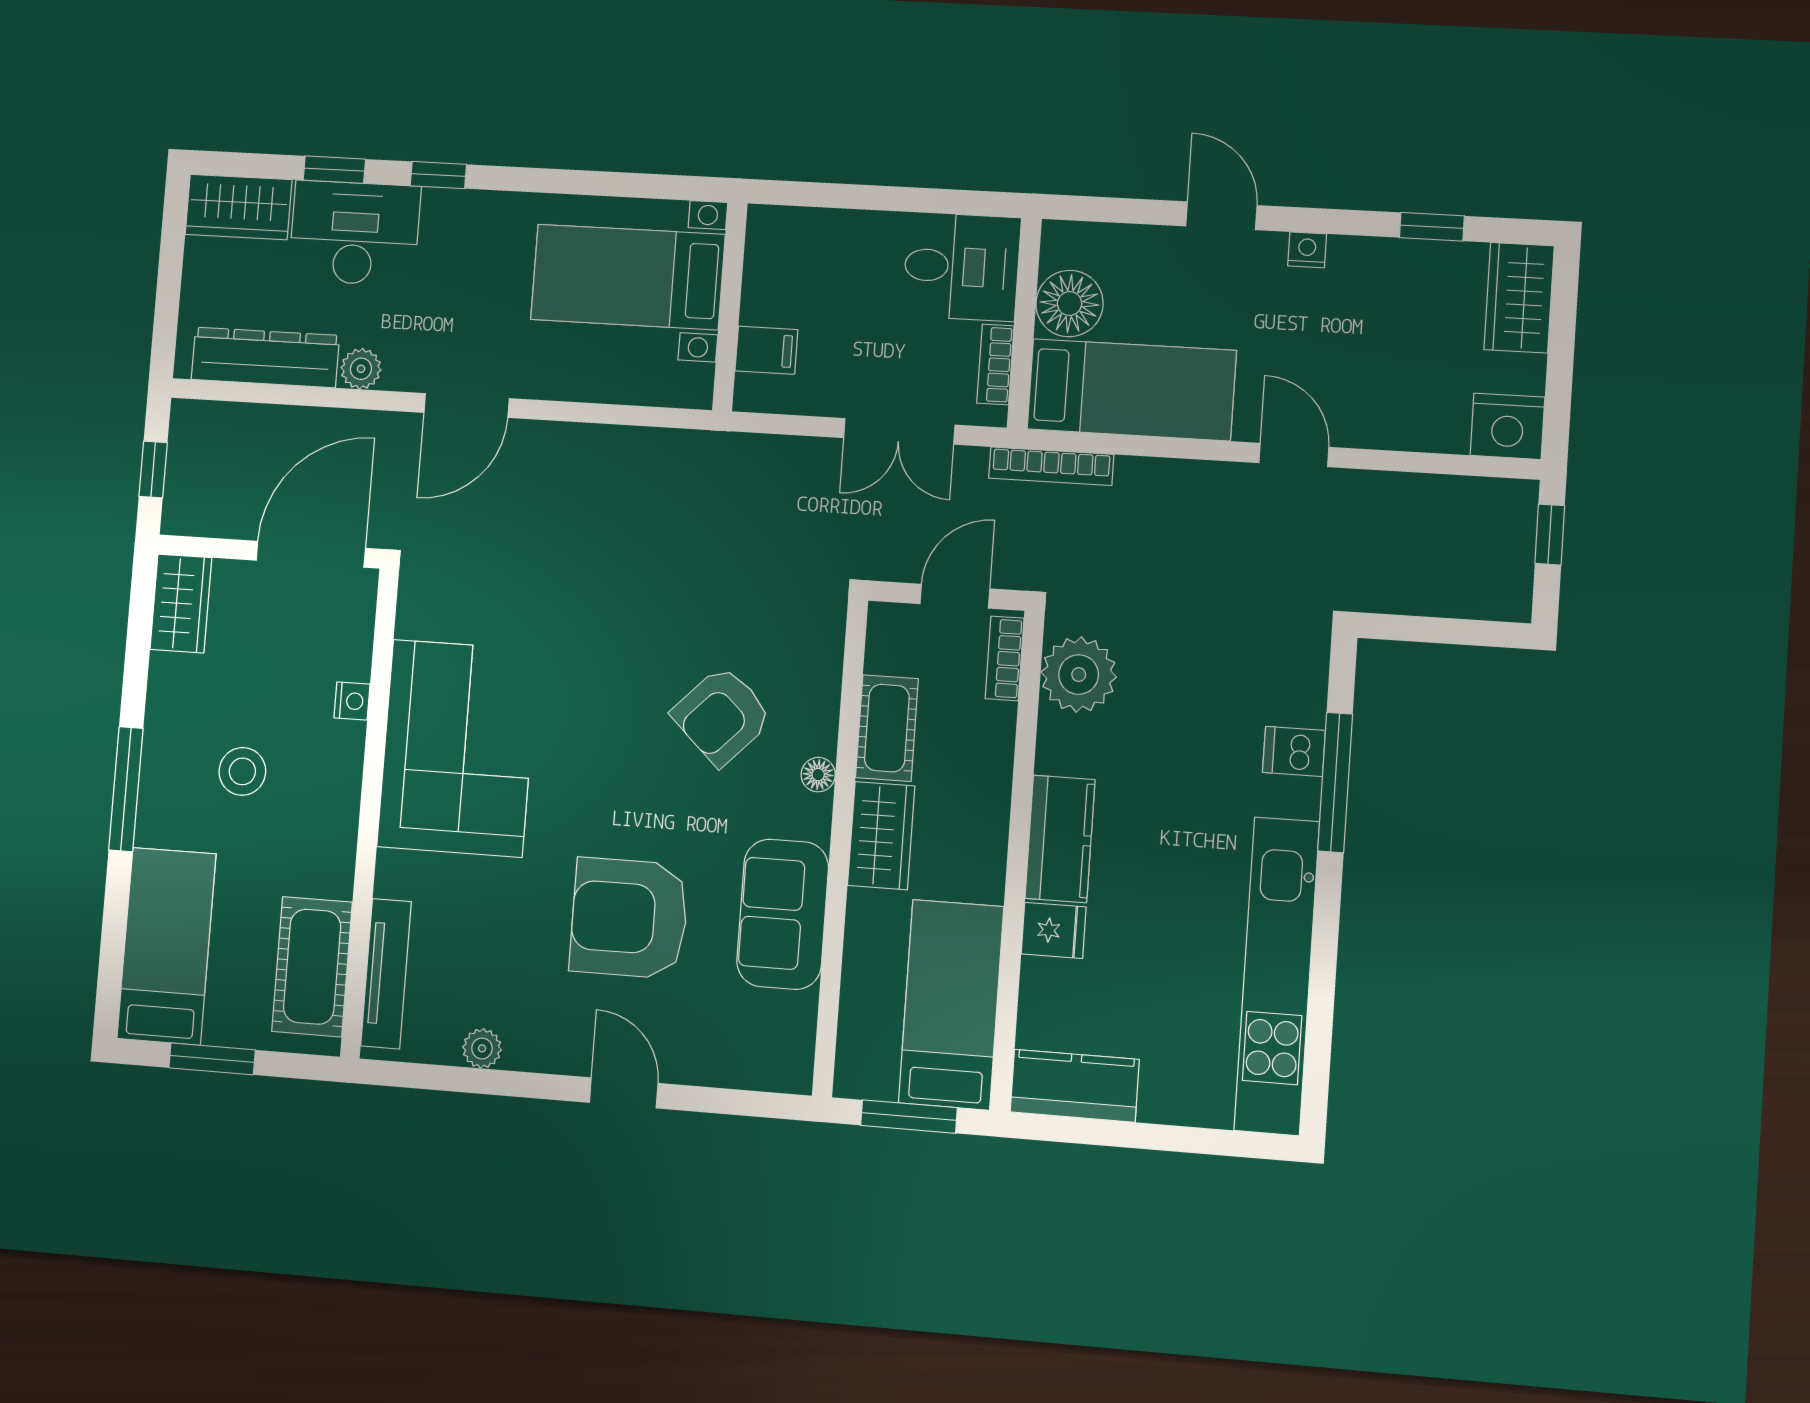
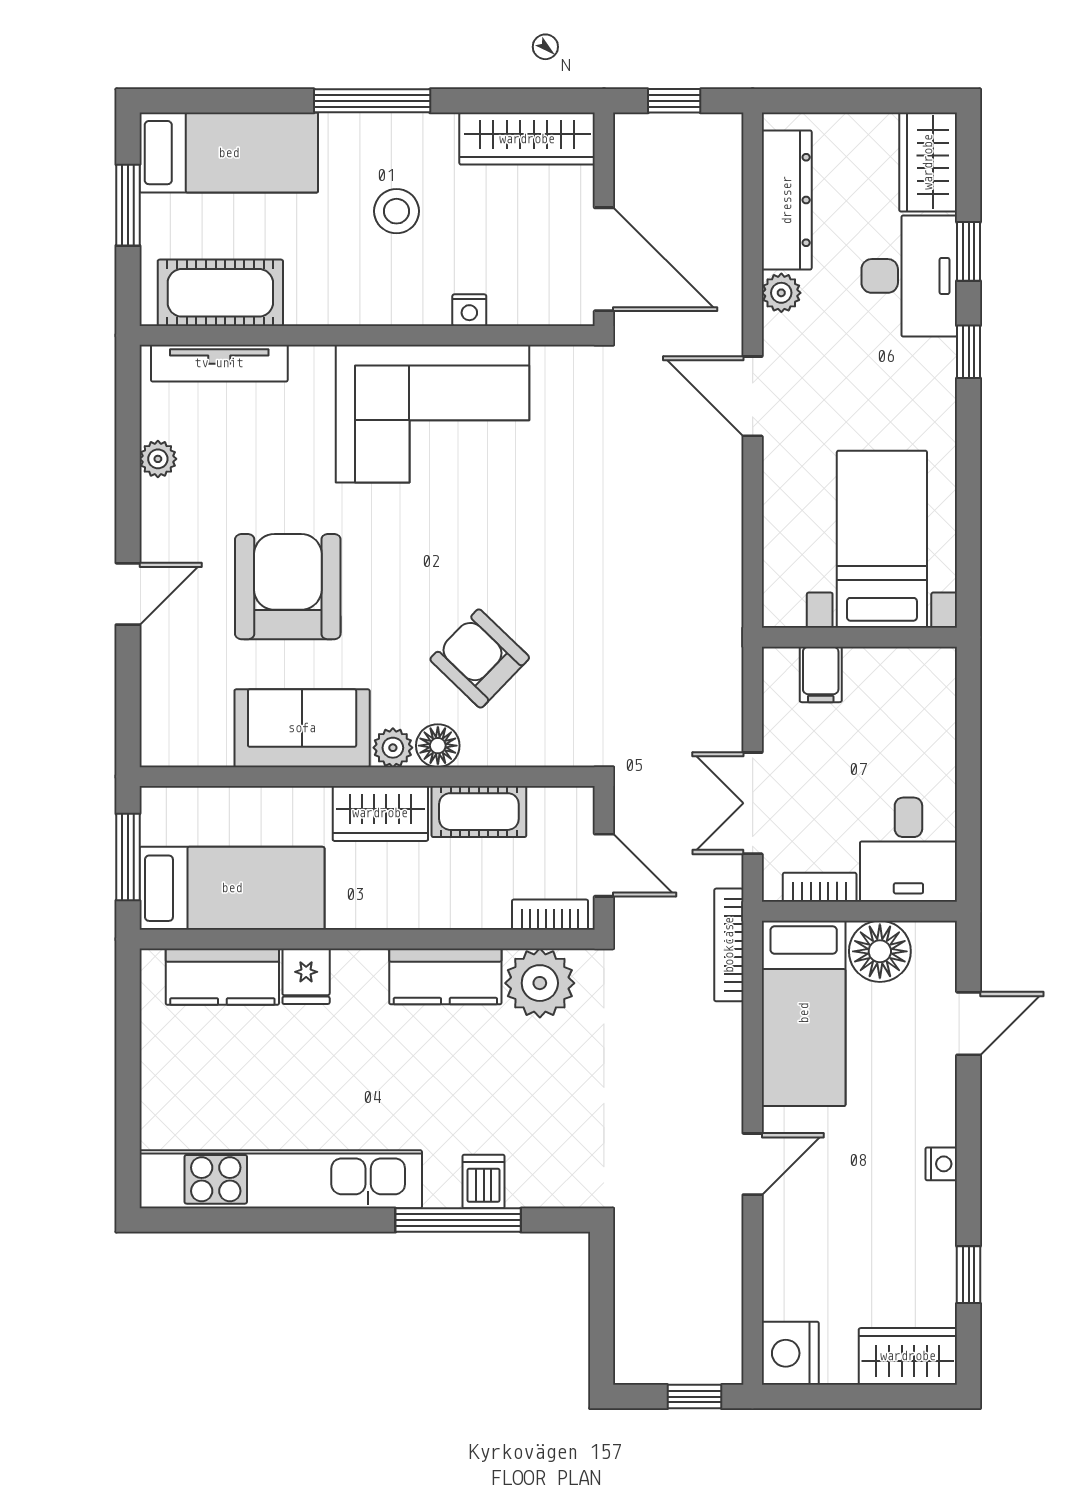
door: (1221, 216) -> (969, 1024), moved
wardrobe: (181, 603) -> (527, 139), width x1.50
floor lamp: (818, 775) -> (438, 746), width x1.37, depth x1.37
plant: (811, 817) -> (393, 748), added
kitchen counter: (1060, 839) -> (445, 976), moved
kitchen counter: (1075, 1086) -> (222, 977), moved, turned 90

